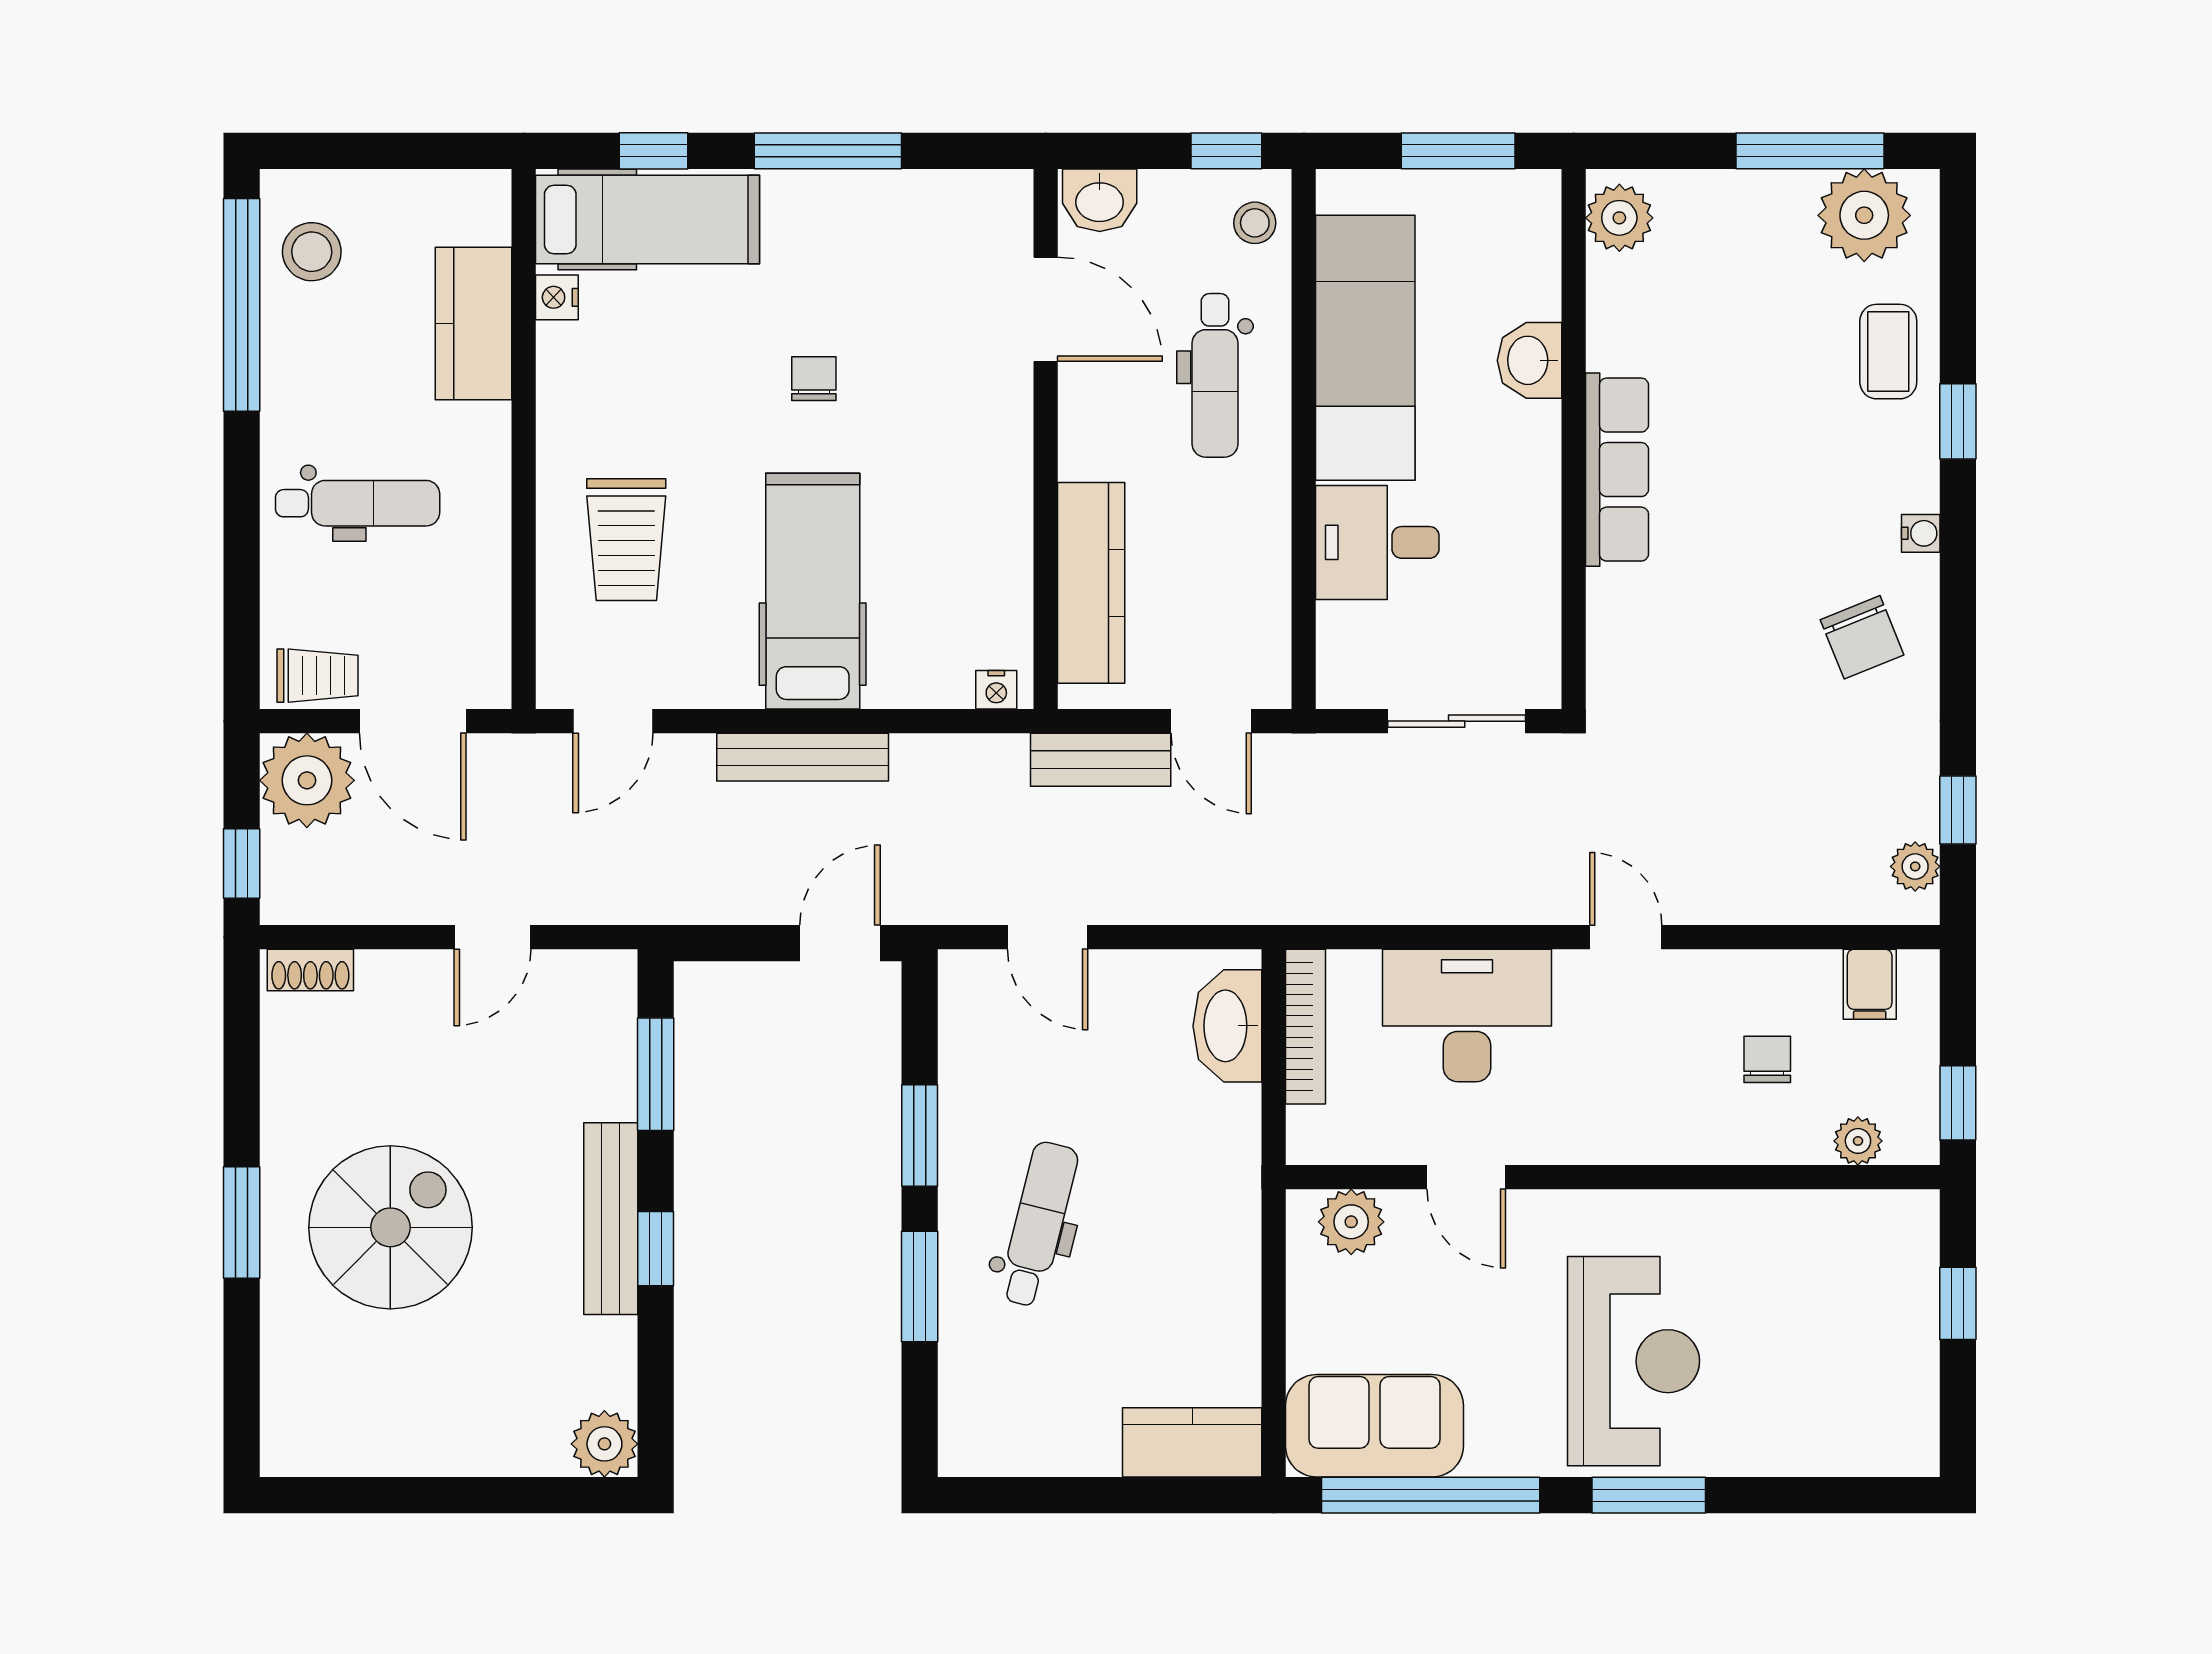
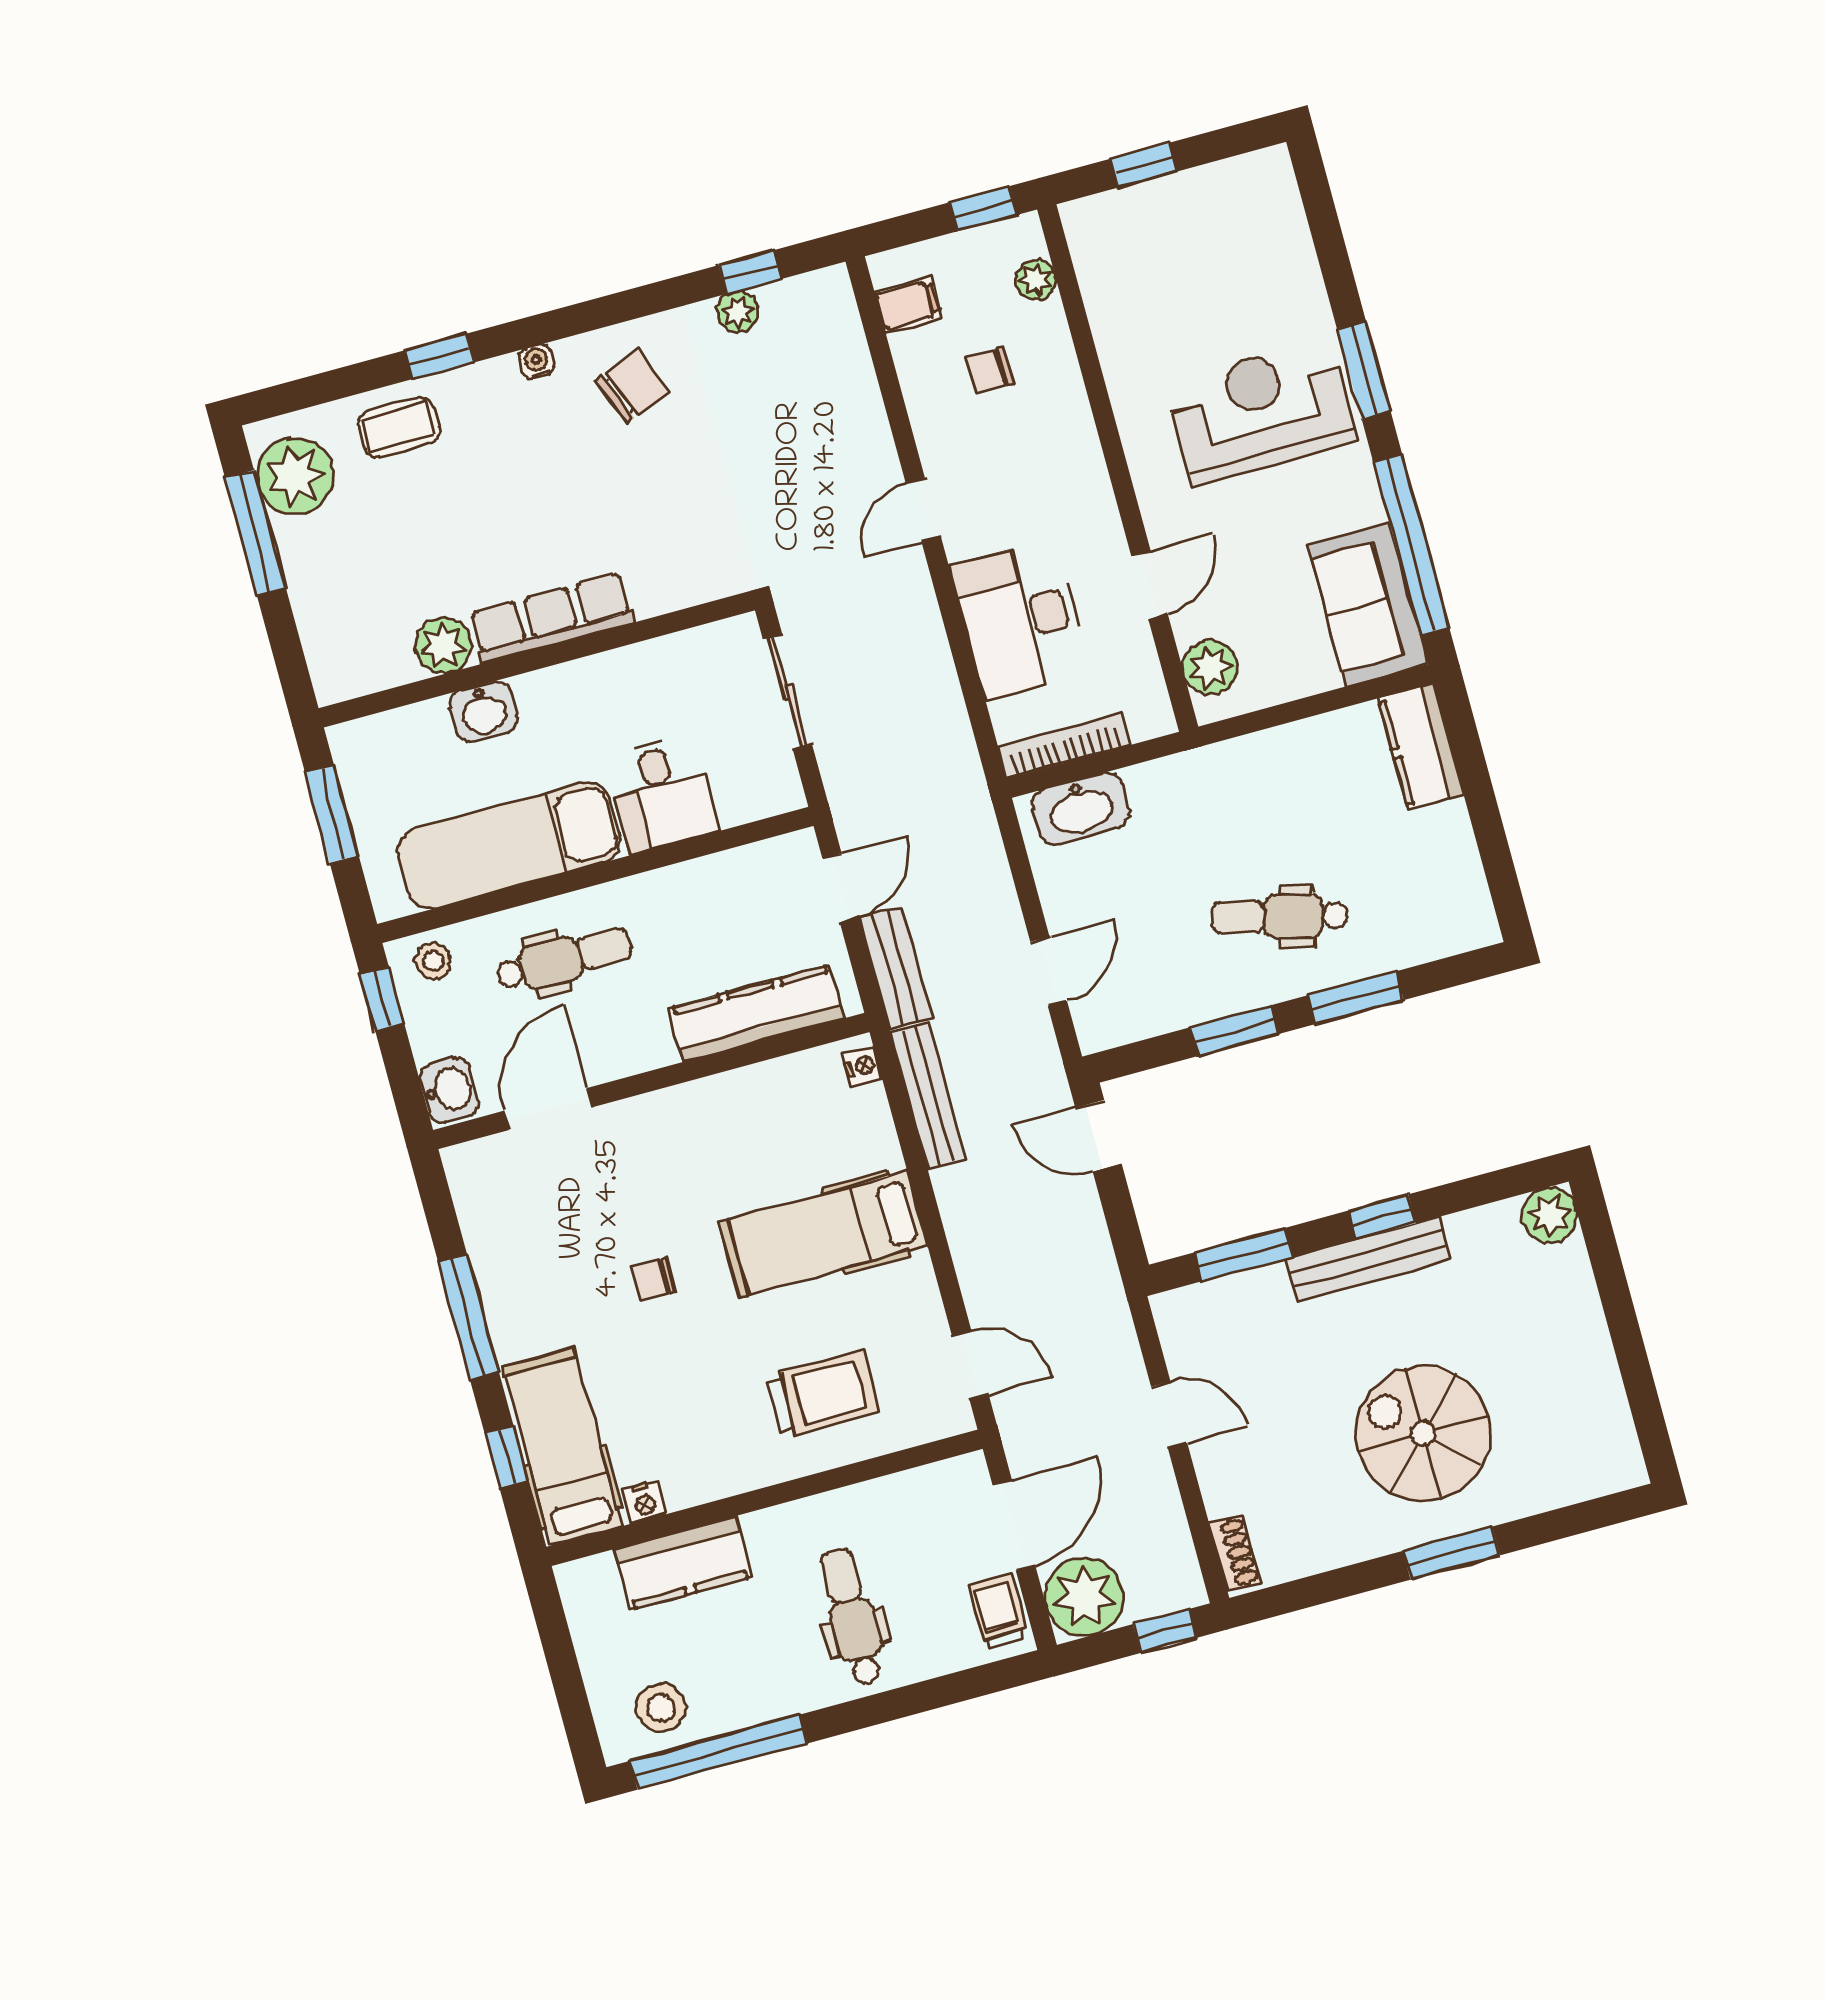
plant: (1619, 218) -> (443, 646), moved
bench: (803, 757) -> (928, 1096), moved
plant: (1915, 866) -> (738, 312), moved

